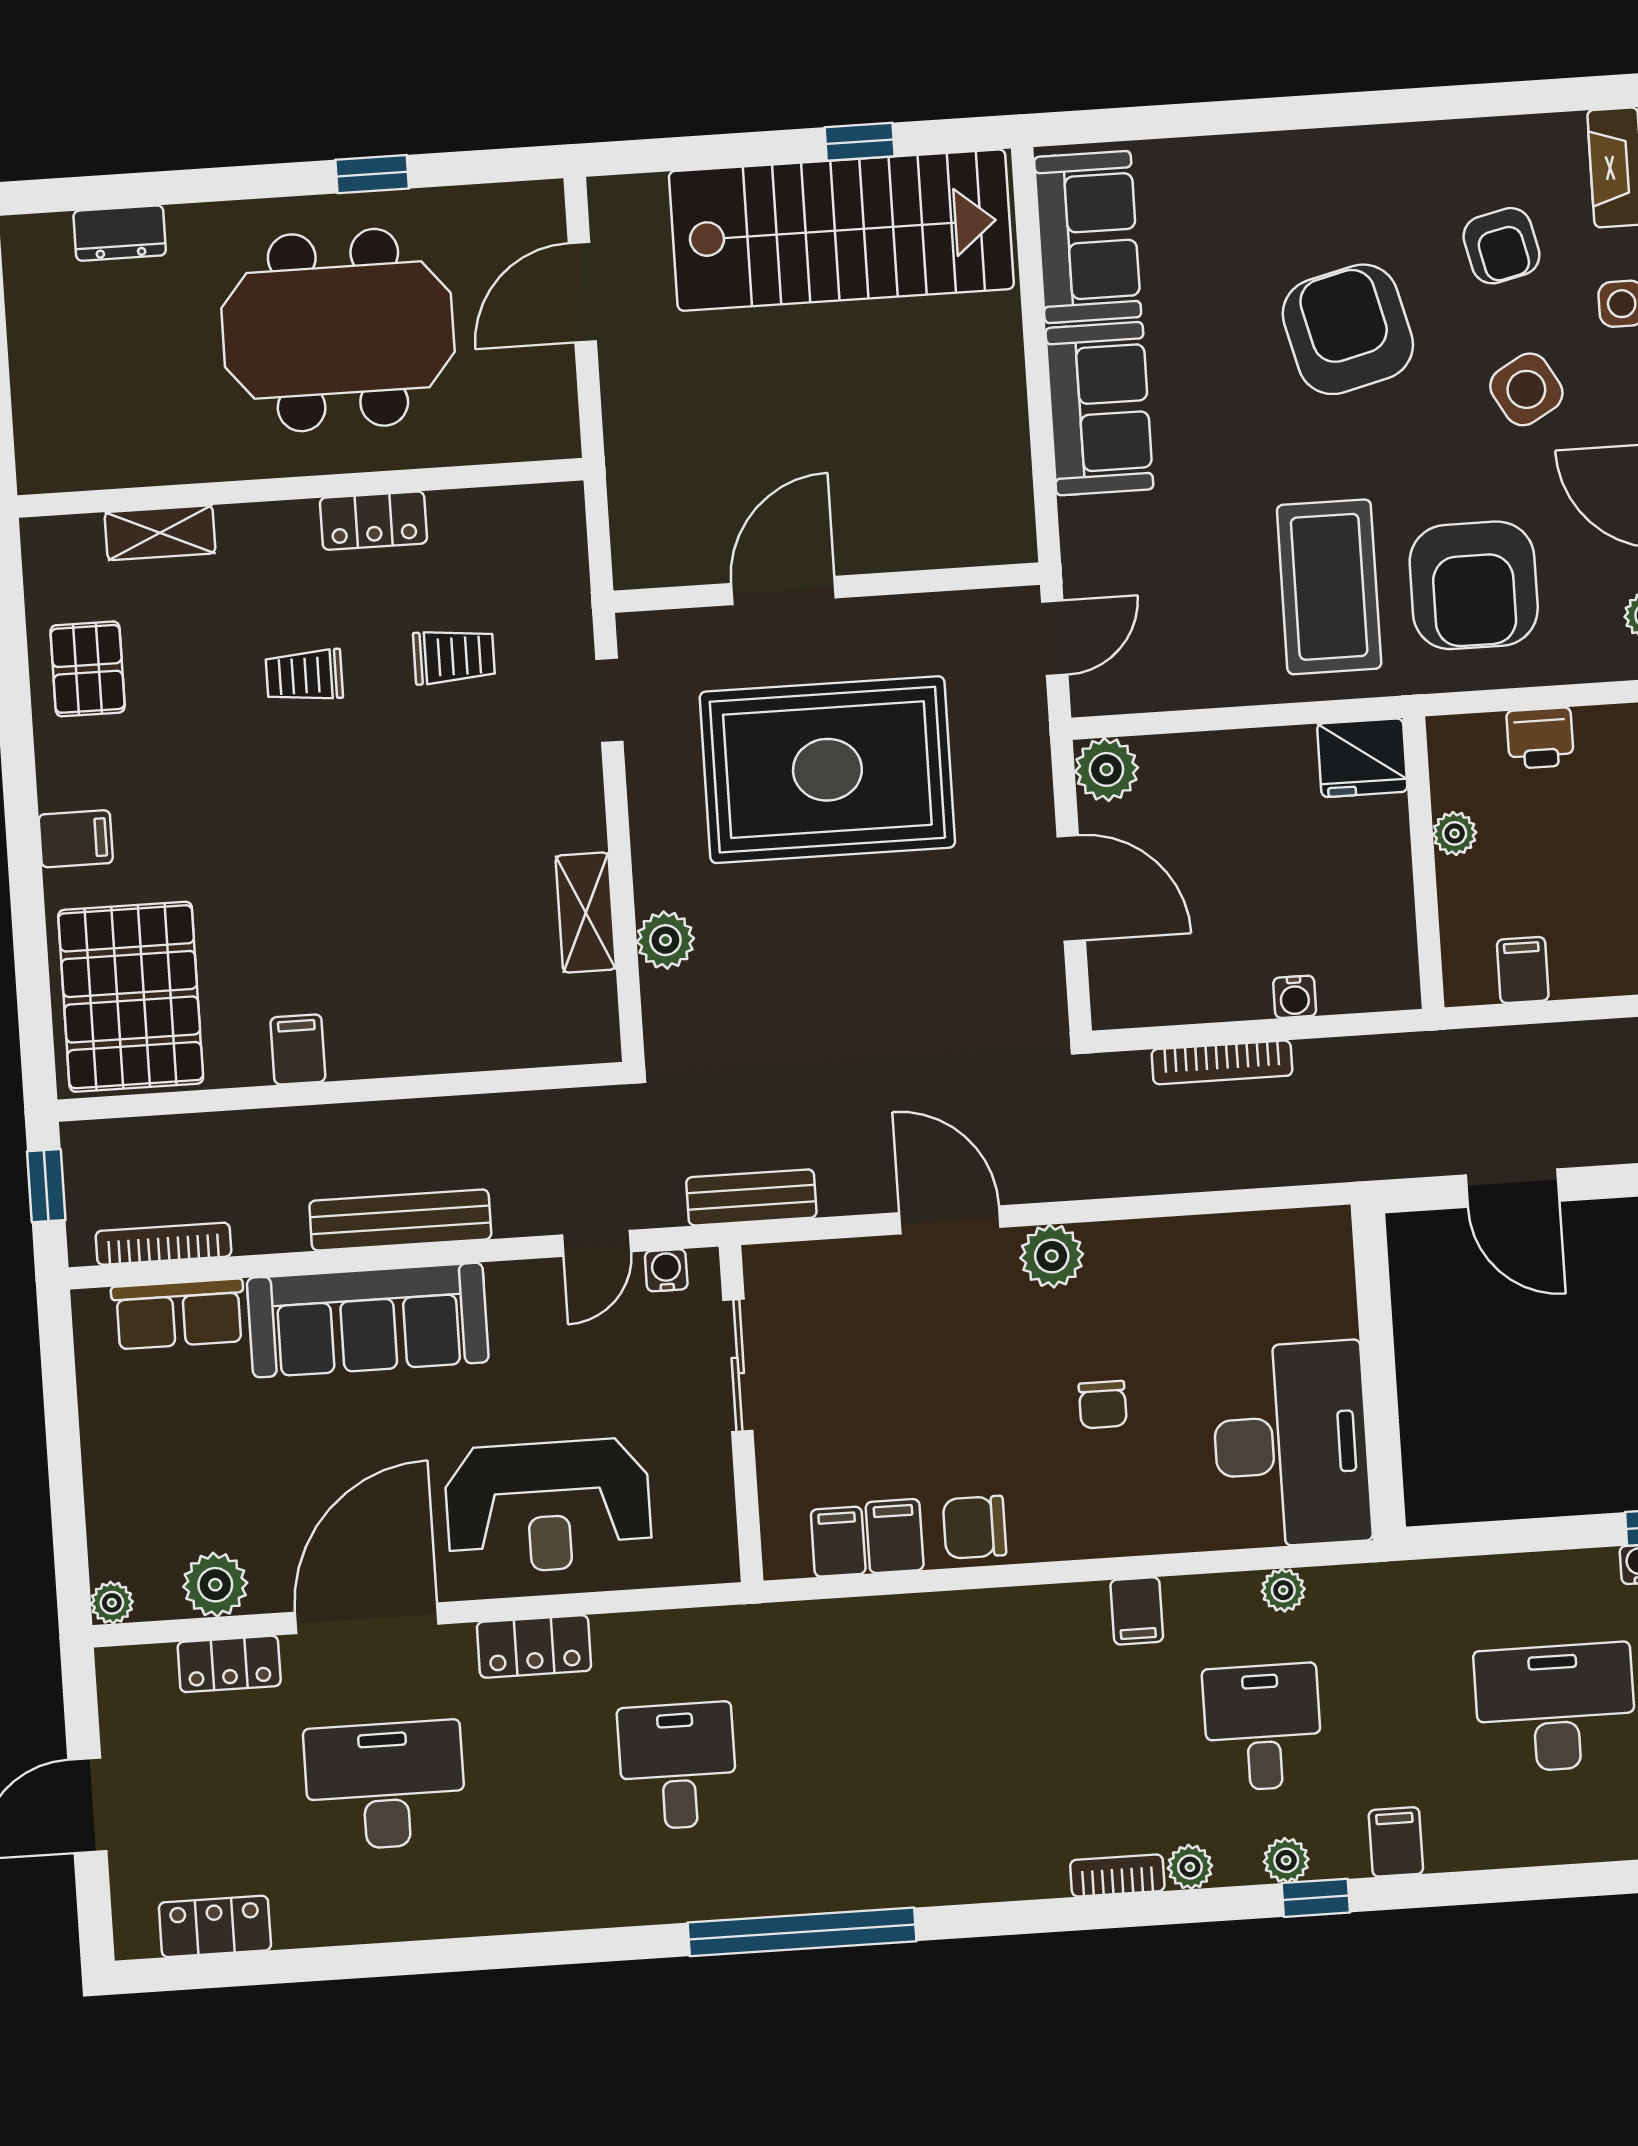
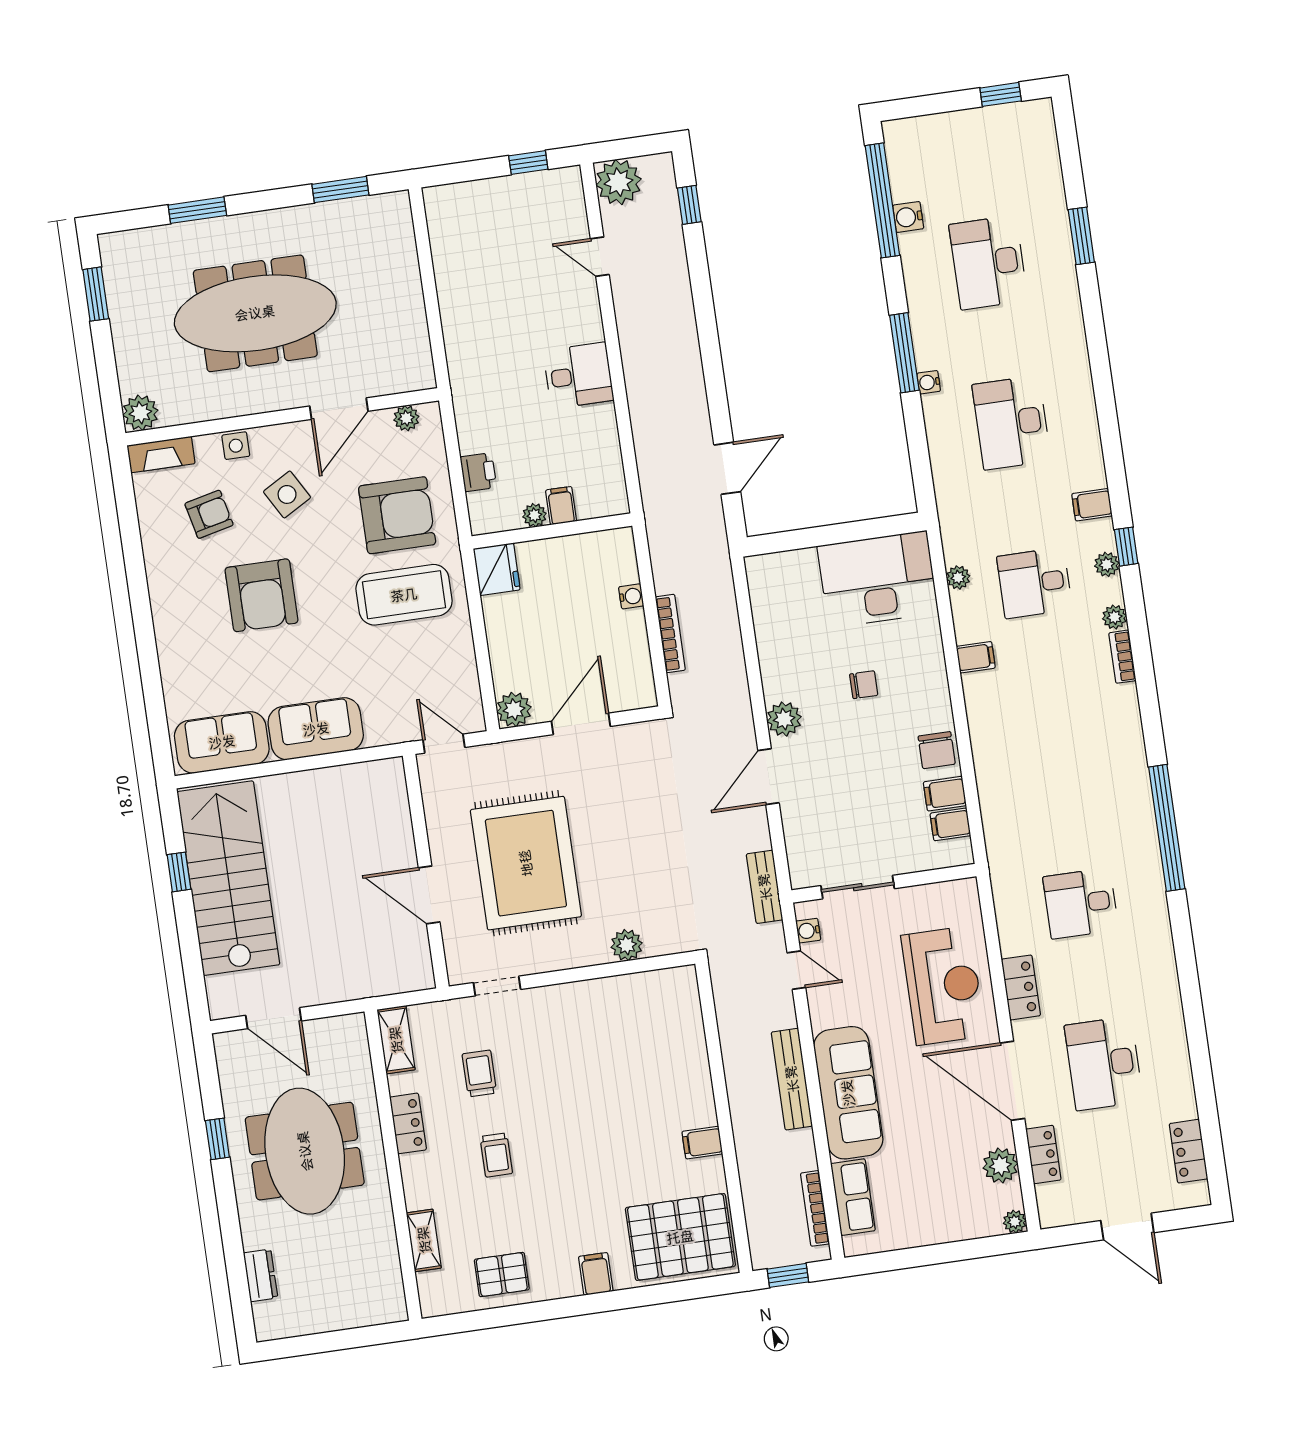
armchair: (1348, 329) -> (261, 595), turned -76
shelving: (586, 913) -> (396, 1040), moved, turned 90
filing cabinet: (1523, 970) -> (561, 506), moved, turned 90

